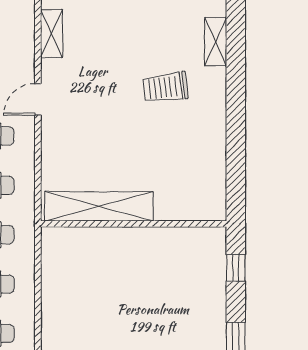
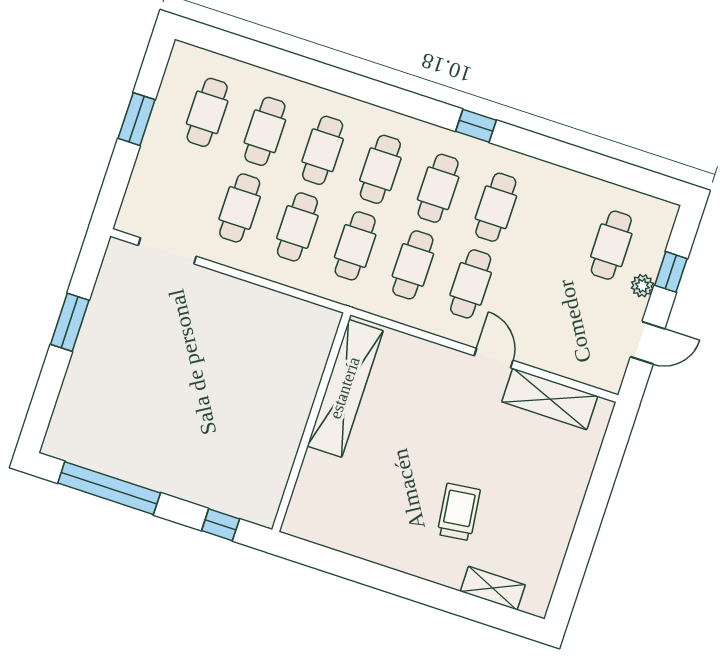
shelving: (52, 34) -> (550, 399), width x1.50, depth x1.33

